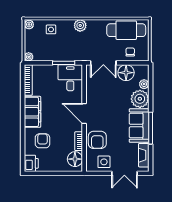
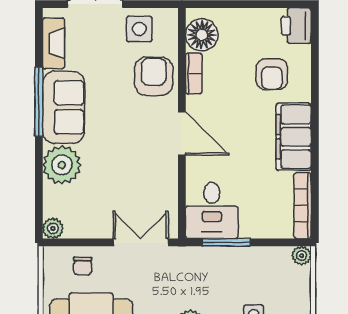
floor lamp: (126, 73) -> (92, 221), removed
plant: (144, 84) -> (53, 228), moved

